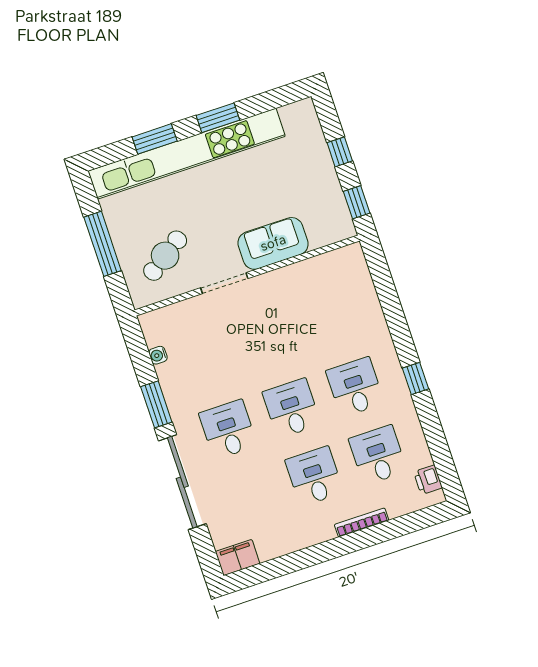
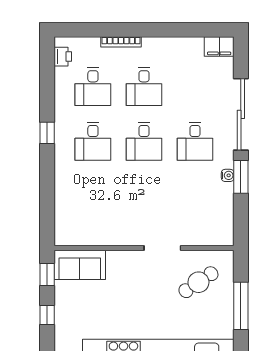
sofa: (273, 243) -> (80, 265), moved
water cooler: (158, 355) -> (228, 175), moved

